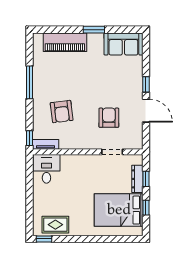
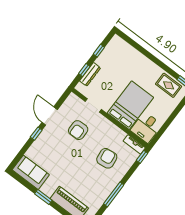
bed: (119, 210) -> (130, 105), moved, turned -90

